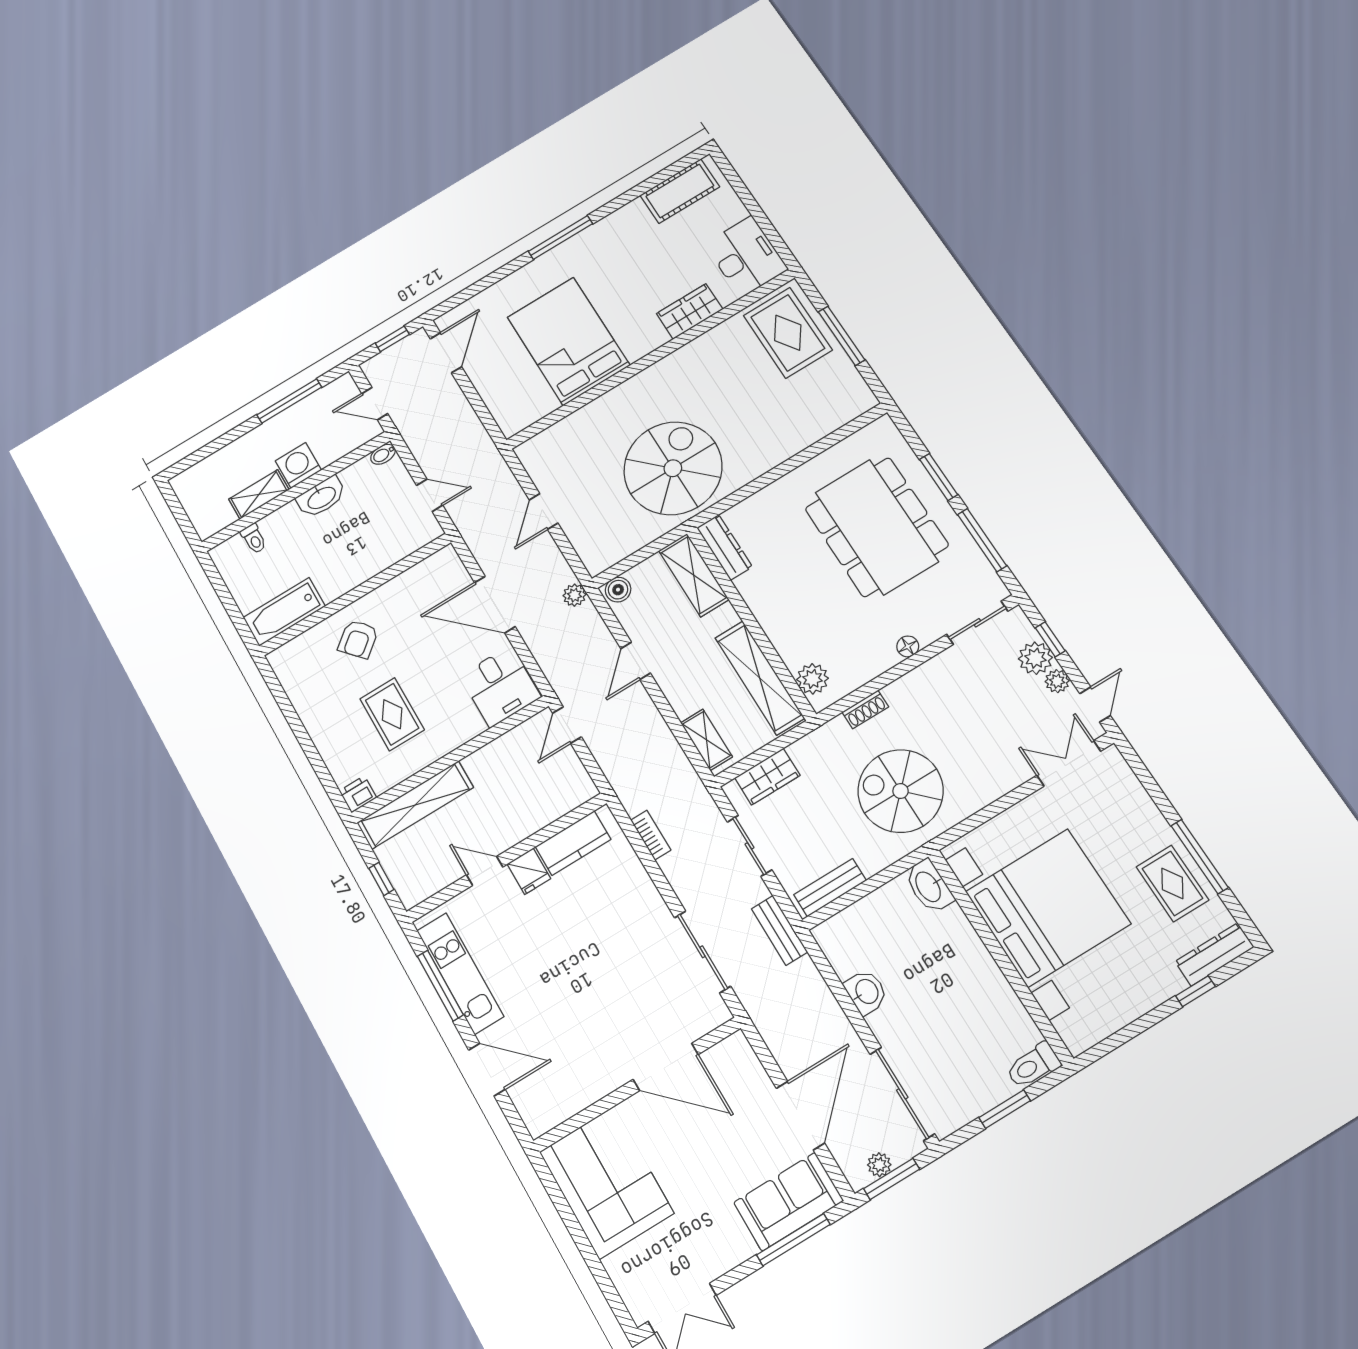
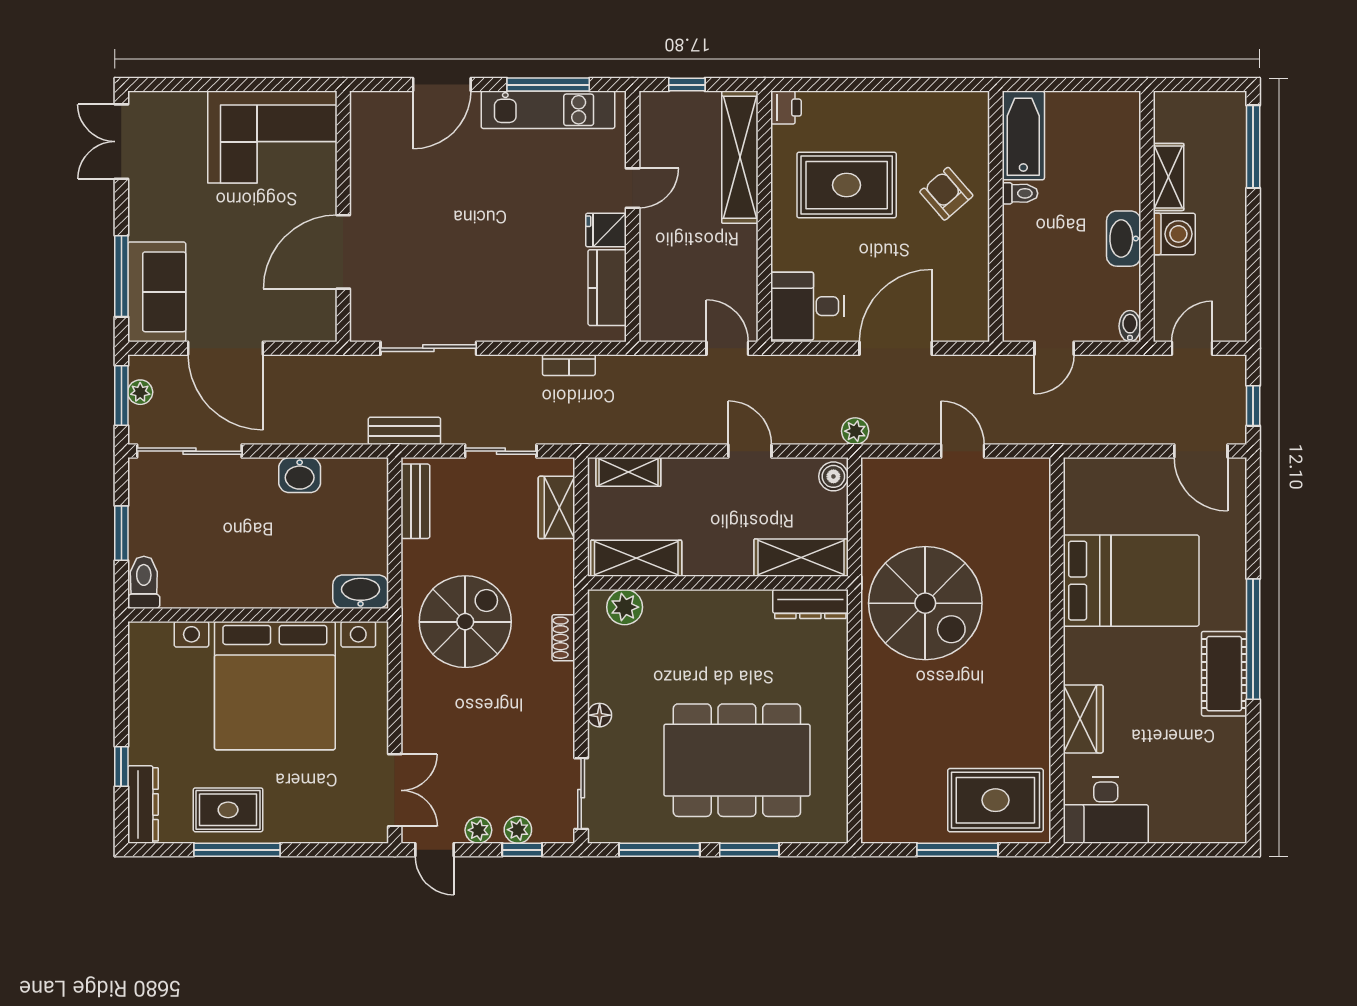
cot: (680, 191) -> (1224, 674), moved
window: (560, 237) -> (1253, 639), width x1.46
window: (289, 401) -> (1253, 147), moved
toilet: (254, 539) -> (1020, 193), moved, turned 180
plant: (1035, 658) -> (518, 830), width x0.73, depth x0.73
shelving: (760, 678) -> (636, 558), width x0.68
rug: (392, 714) -> (847, 185), width x1.36, depth x1.43

